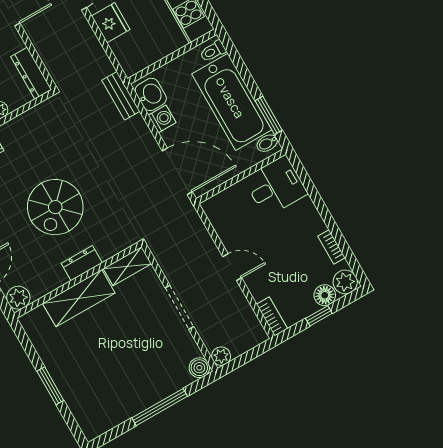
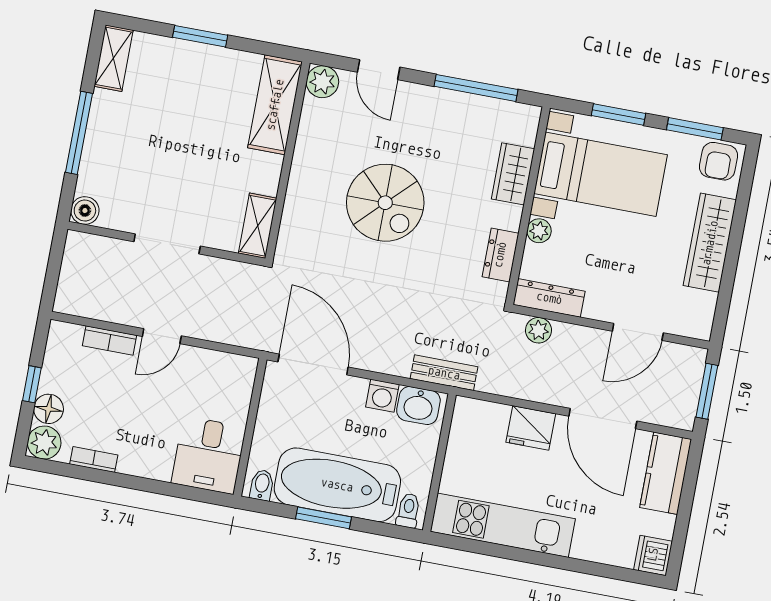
window: (269, 115) -> (323, 518), moved
door: (177, 171) -> (313, 364), swing flipped
spiral stairs: (55, 207) -> (385, 203), turned 180
dresser: (82, 263) -> (500, 255), moved, turned 180
shelving: (79, 298) -> (275, 105), moved
bookcase: (272, 316) -> (109, 340), moved
plant: (221, 356) -> (539, 330), moved
shelving: (103, 423) -> (114, 58), added

